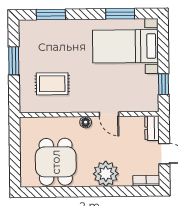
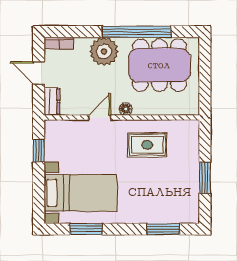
rug: (52, 84) -> (147, 145), moved
door: (109, 114) -> (100, 118), hinge flipped
dining table: (56, 162) -> (159, 65), width x1.38
window: (77, 192) -> (137, 32), added

